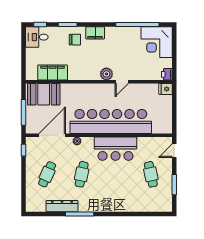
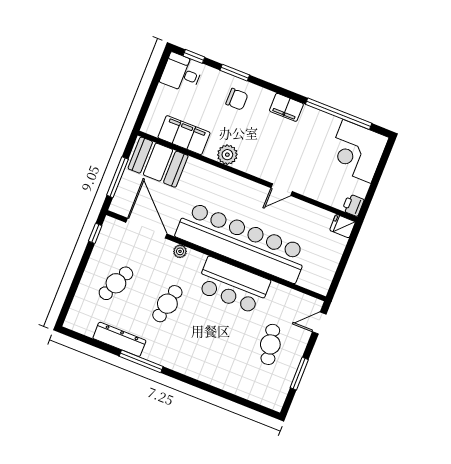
filing cabinet: (95, 33) -> (286, 107), moved
plant: (106, 74) -> (227, 155), moved
door: (52, 135) -> (146, 228), hinge flipped

